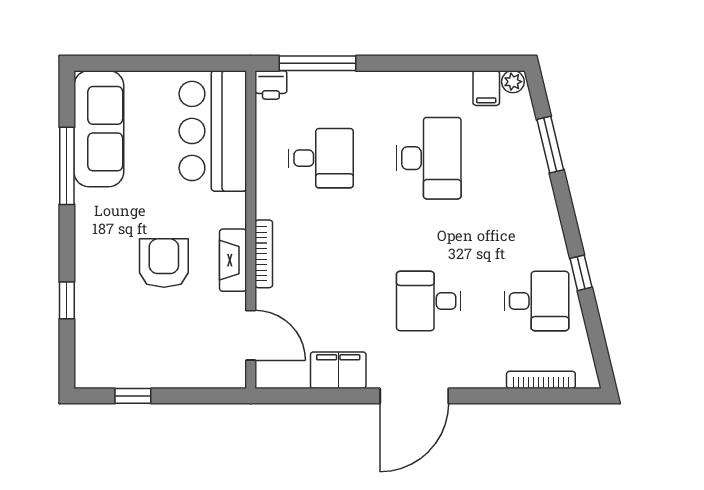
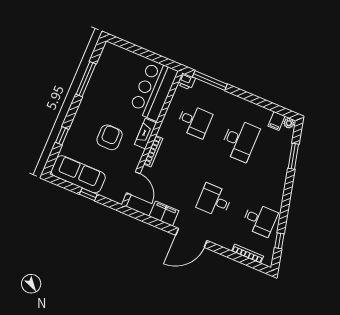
sofa: (99, 129) -> (78, 174), moved, turned -90
fireplace: (233, 260) -> (145, 134), moved
window: (581, 273) -> (279, 241), moved
window: (133, 396) -> (88, 194), moved

